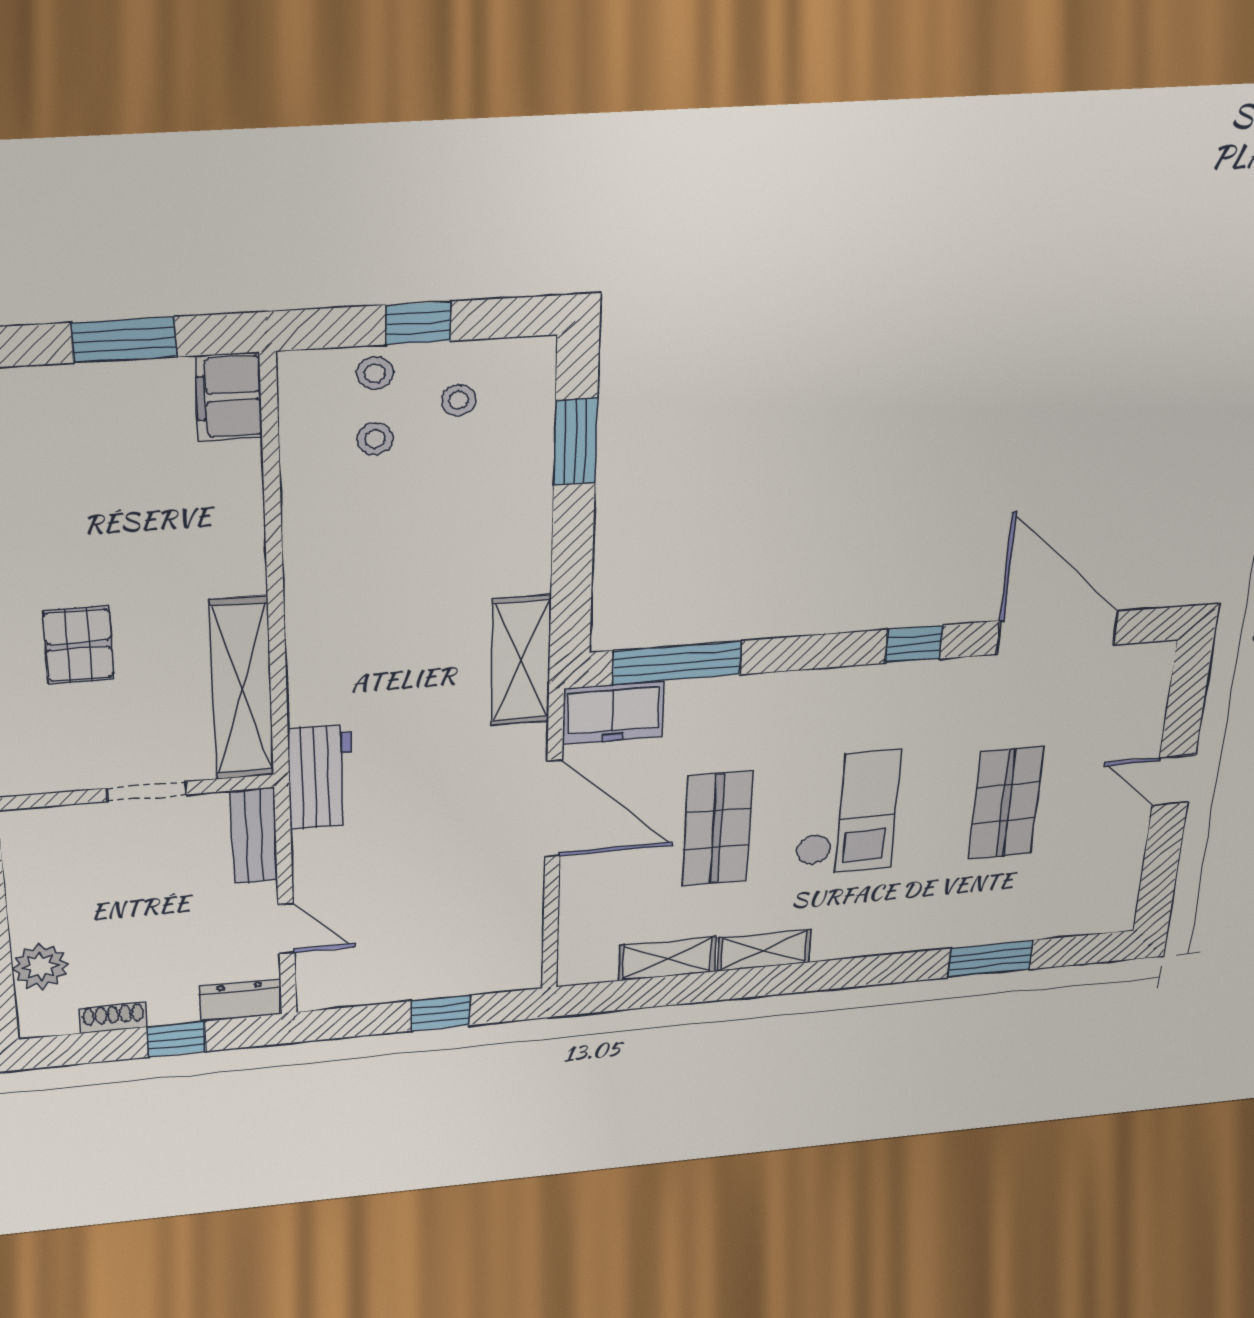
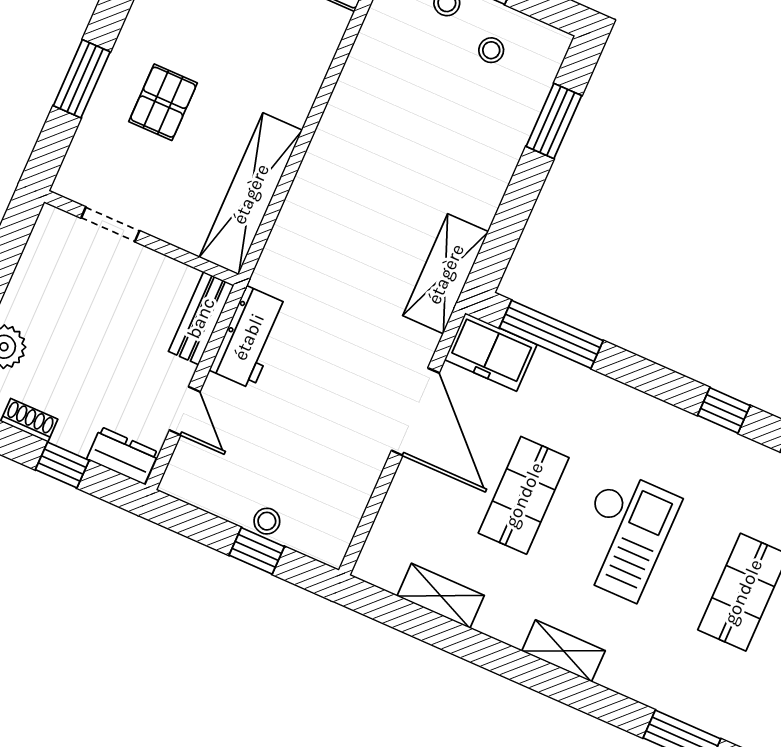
stool: (375, 439) -> (267, 521), moved
workbench: (320, 777) -> (249, 337), moved
doorway: (147, 791) -> (110, 224), moved
shelving: (764, 950) -> (563, 651), moved

